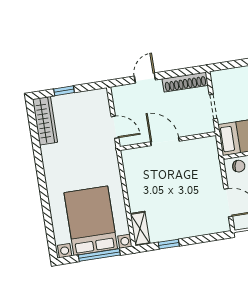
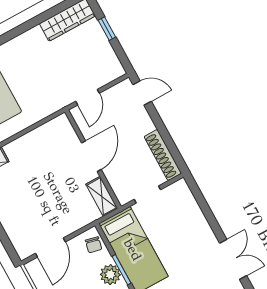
door: (145, 78) -> (142, 93), moved
shelving: (201, 145) -> (102, 196), added

